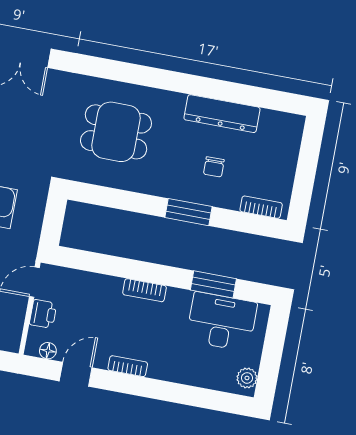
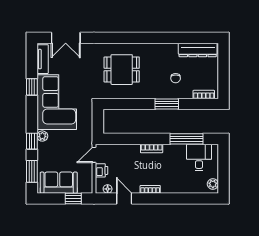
dresser: (222, 114) -> (198, 50), moved
window: (213, 284) -> (187, 139), width x1.44
desk: (222, 322) -> (199, 157), width x0.73
door: (76, 374) -> (124, 198), hinge flipped

